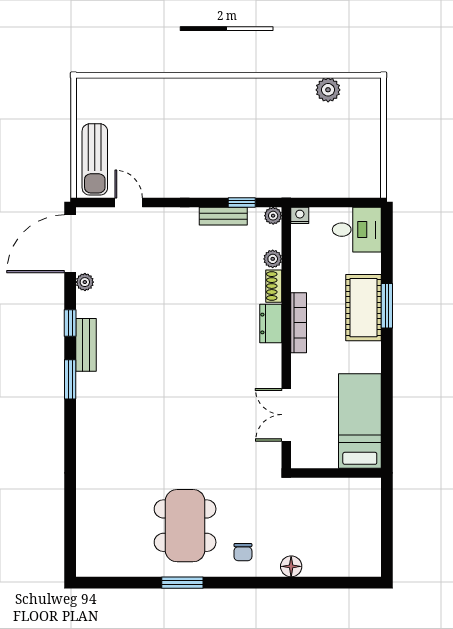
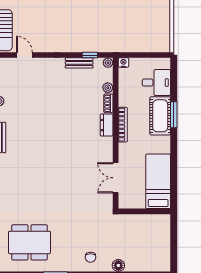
desk: (357, 230) -> (156, 83), moved
dining table: (185, 526) -> (30, 242), moved, turned 90

